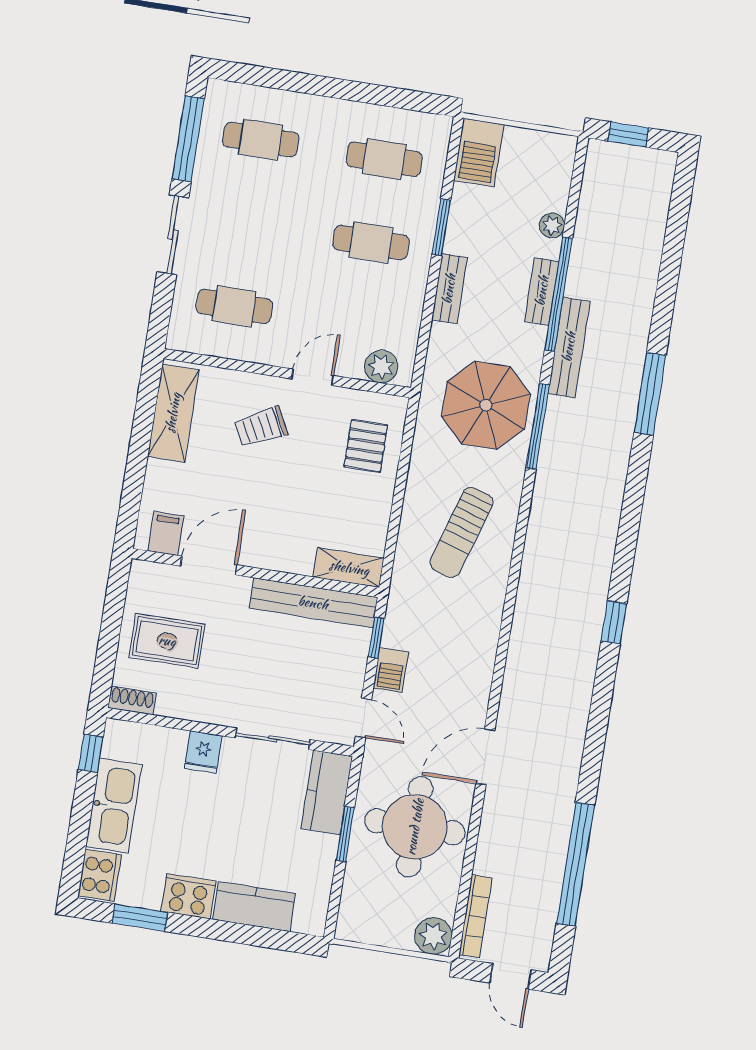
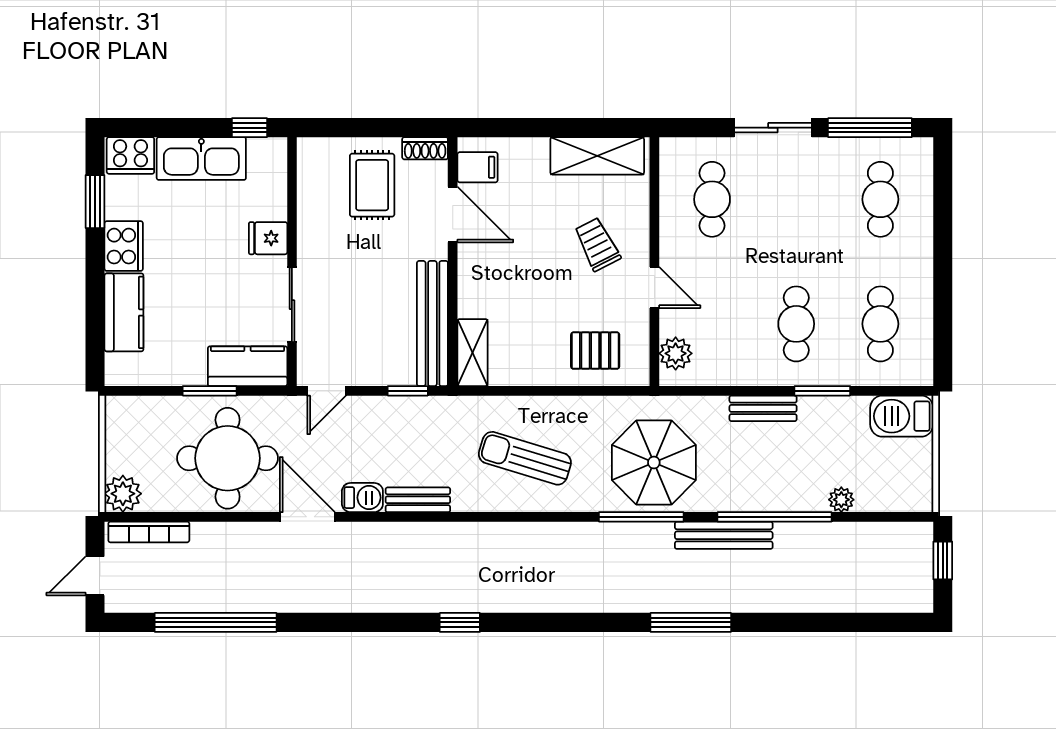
bench: (542, 291) -> (418, 500), moved
barbecue: (391, 670) -> (362, 498), moved, turned 180
shoe rack: (132, 700) -> (425, 148), moved, turned 90

